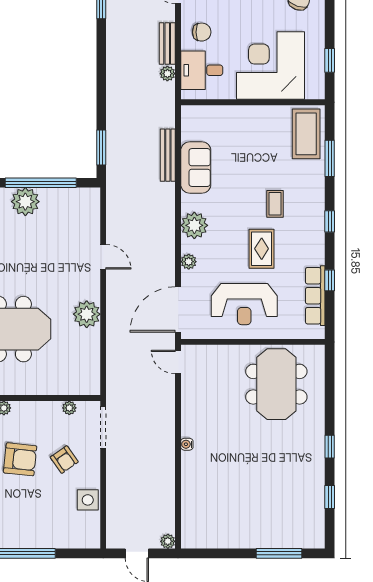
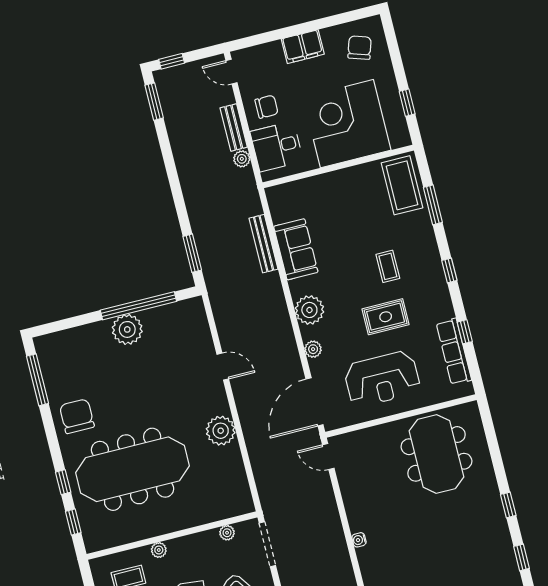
rug: (262, 249) -> (386, 317), turned 90

